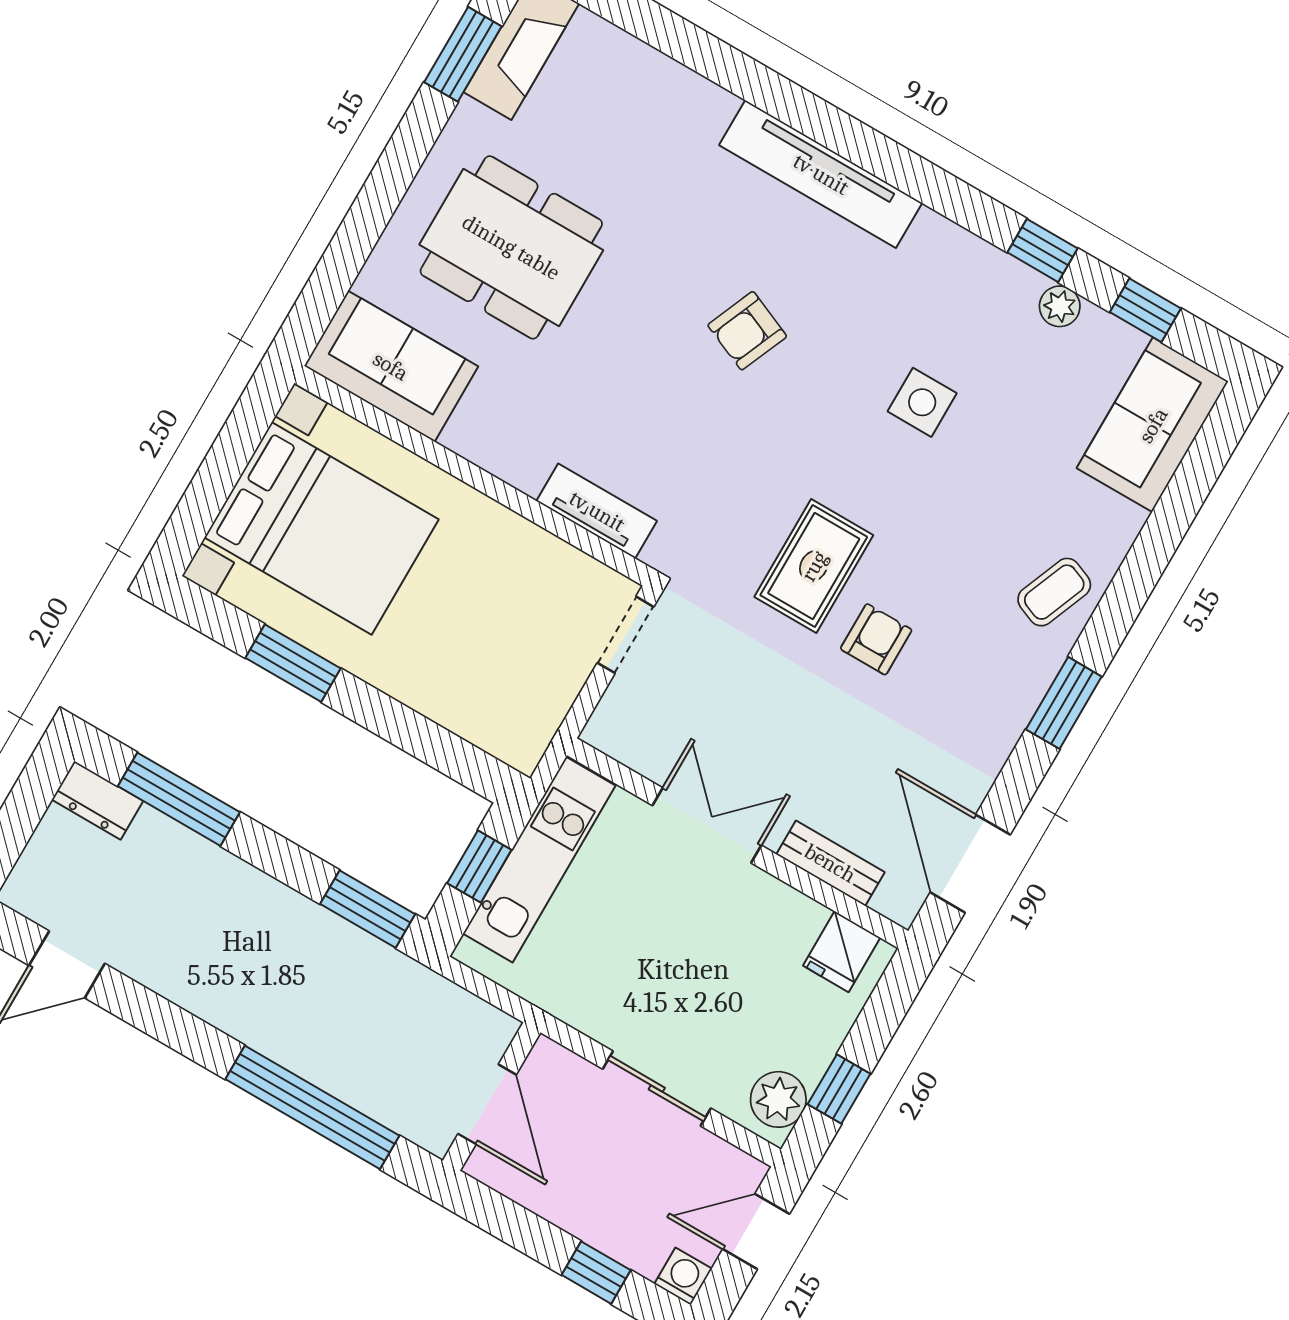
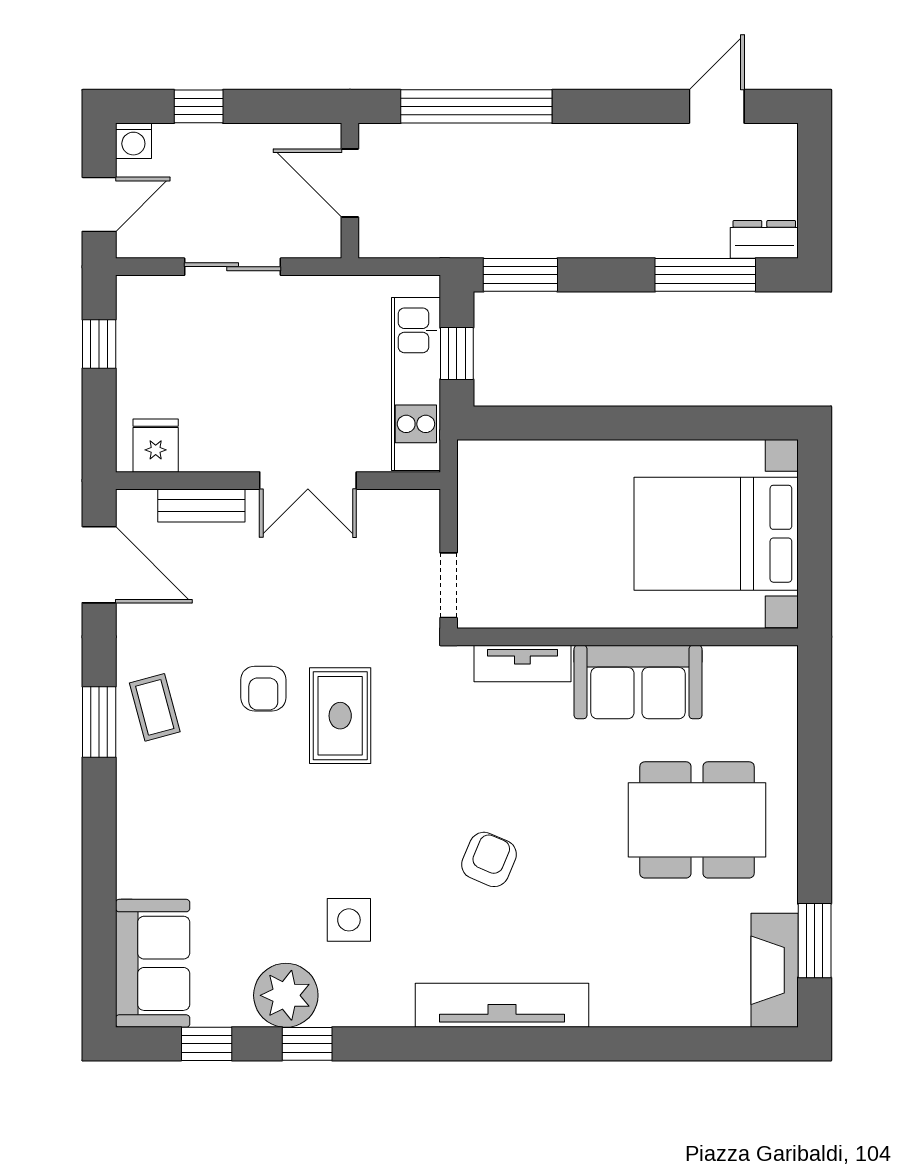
plant: (1060, 306) -> (286, 995), width x1.87, depth x1.87
sofa: (391, 366) -> (638, 682), moved
side table: (922, 402) -> (349, 920), moved
coffee table: (1054, 592) -> (155, 707), moved, turned -37
window: (293, 663) -> (680, 423), removed
plant: (778, 1099) -> (139, 310), removed

